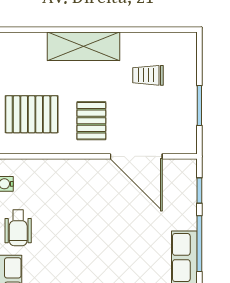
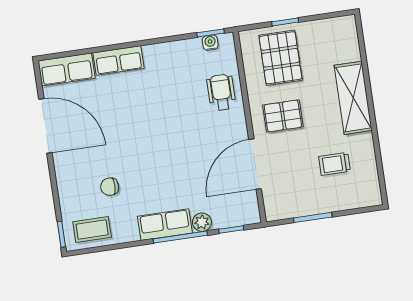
trolley: (148, 75) -> (334, 164), turned -90
plant: (188, 219) -> (202, 222), added
wheelchair: (18, 228) -> (221, 92), moved, turned 90

